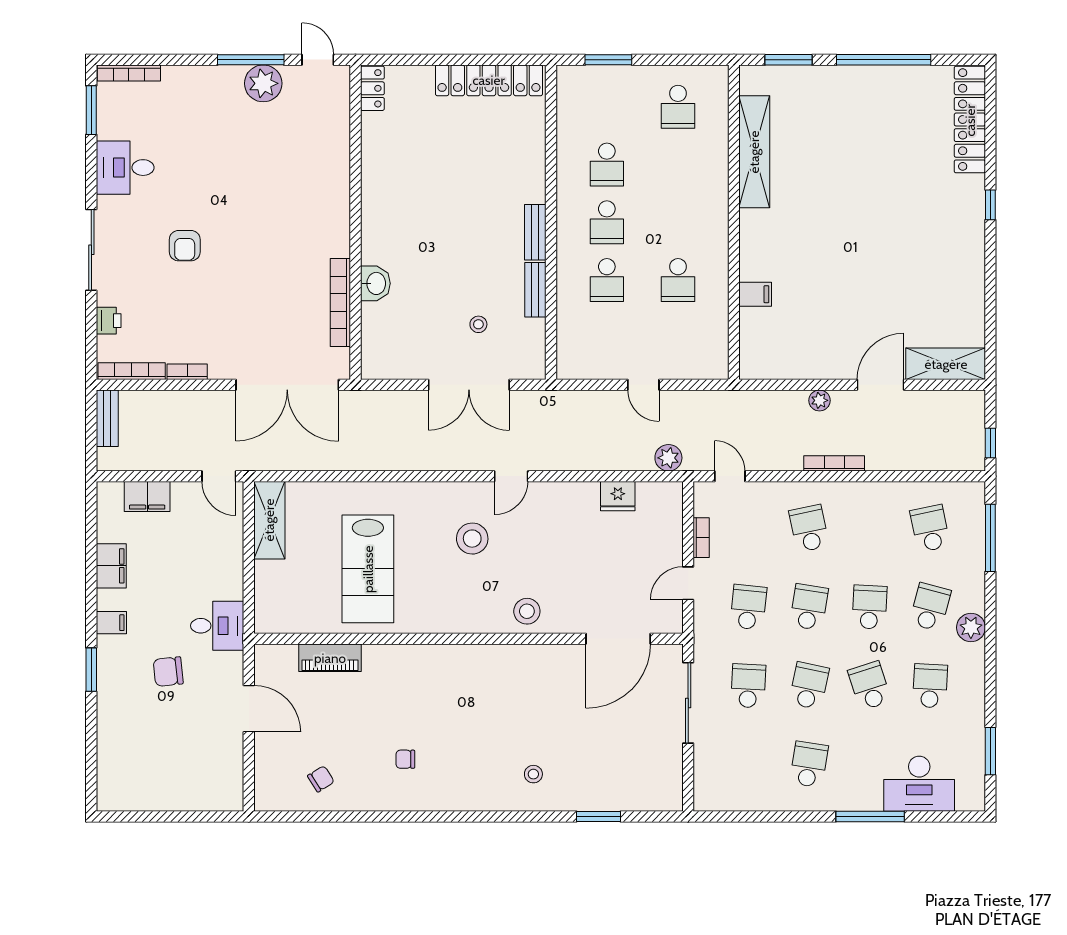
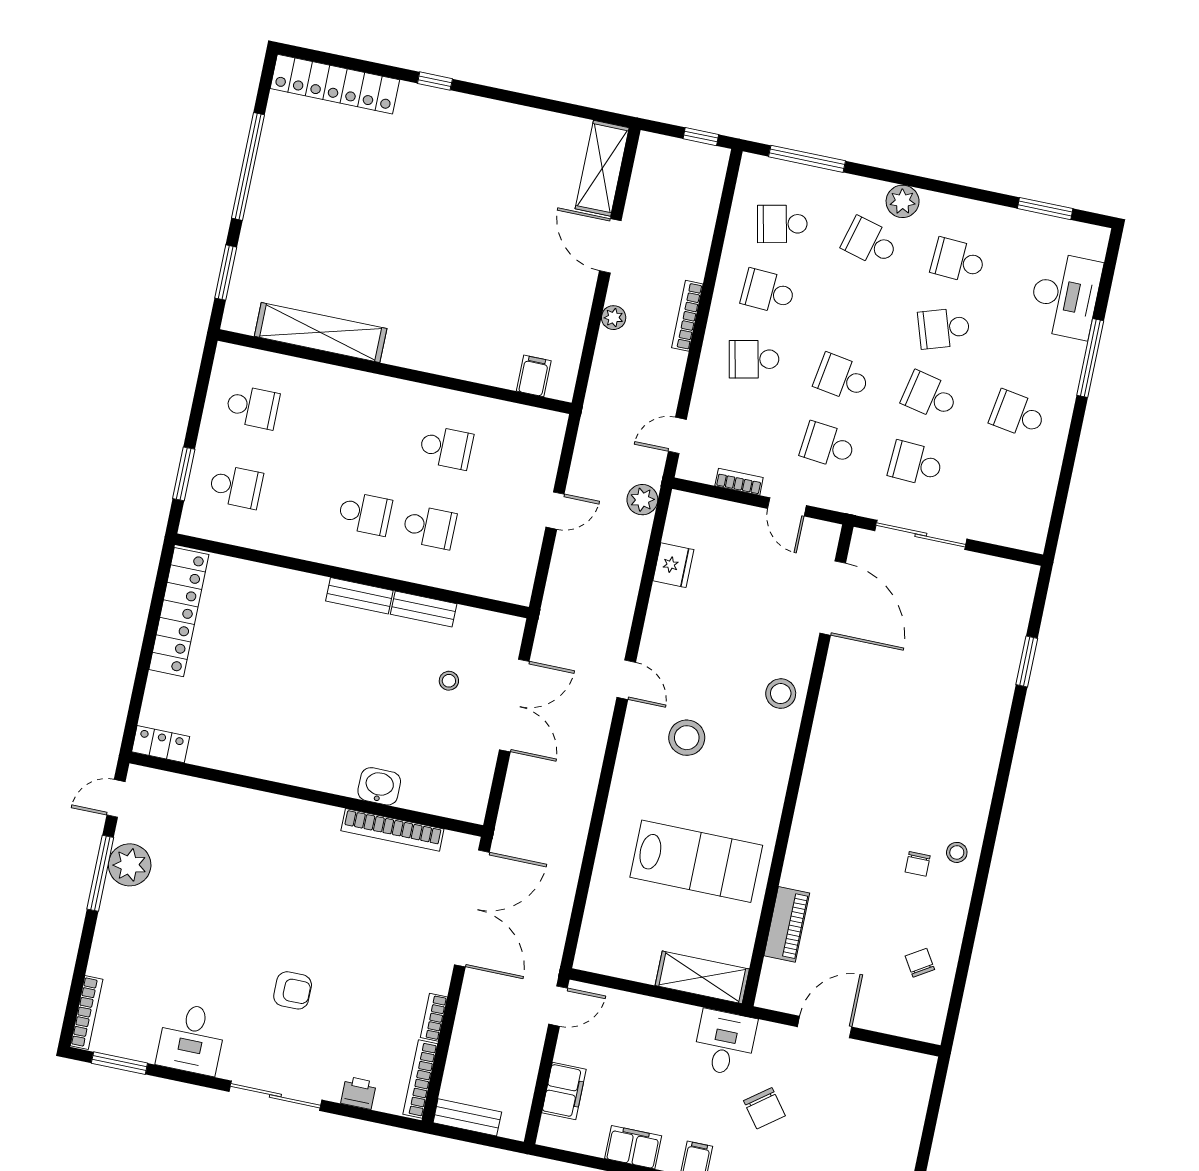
school desk: (607, 165) -> (236, 487), moved
filing cabinet: (755, 294) -> (534, 376), moved
shelving: (269, 520) -> (702, 977), moved
school desk: (870, 607) -> (768, 292), moved
chair: (168, 672) -> (764, 1108), turned -31
stool: (533, 774) -> (957, 852), moved

